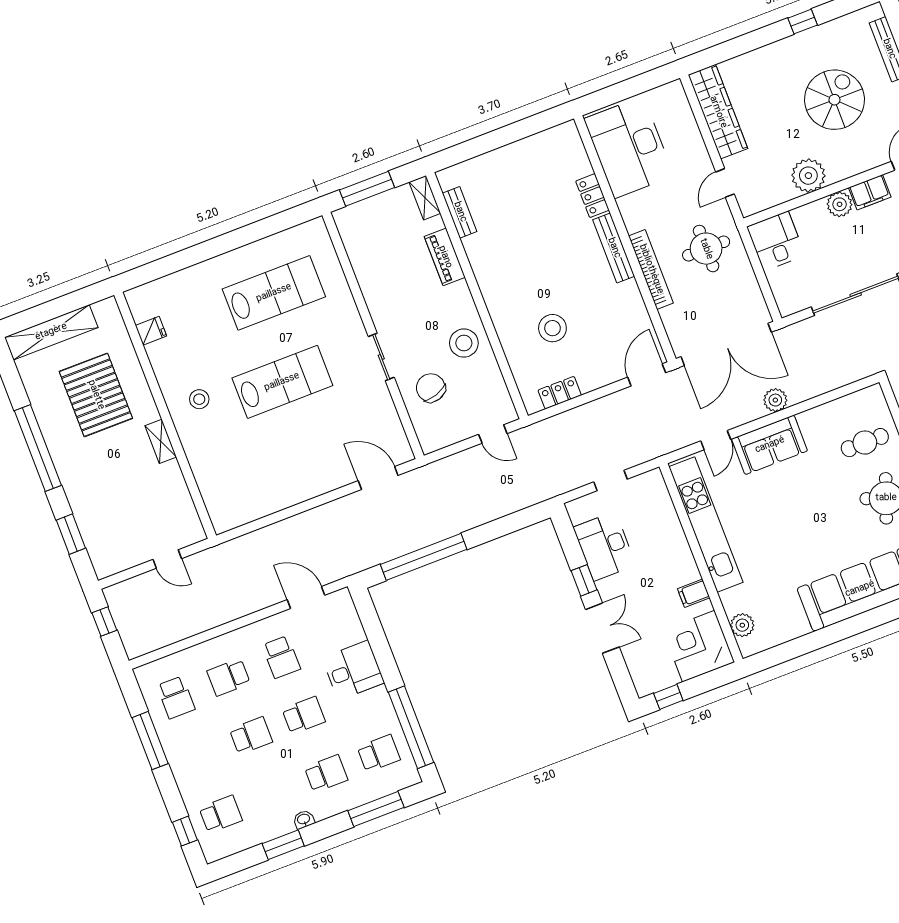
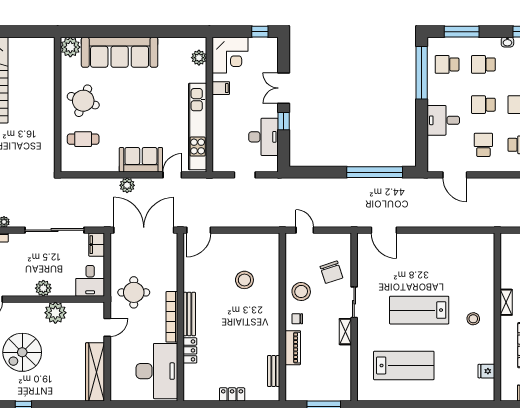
filing cabinet: (870, 192) -> (97, 245), moved, turned -90
shelving: (425, 198) -> (345, 332), moved
bookcase: (651, 269) -> (172, 317), moved
lab bench: (274, 293) -> (404, 365), turned 180
chair: (454, 301) -> (297, 319), added
locker: (560, 393) -> (232, 394), moved, turned 180

